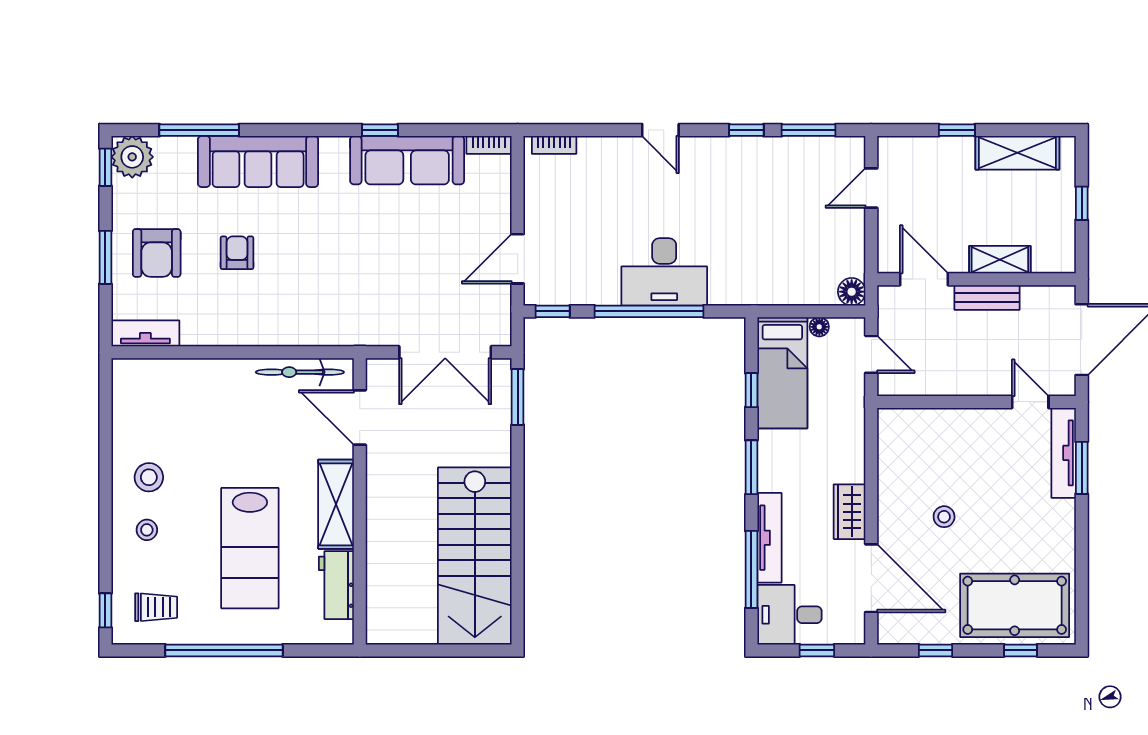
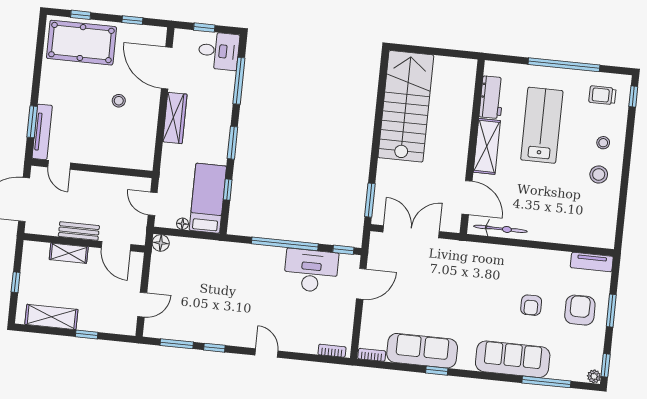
plant: (132, 157) -> (594, 376), width x0.53, depth x0.53
desk: (664, 272) -> (311, 271), moved
wardrobe: (850, 512) -> (175, 118), width x1.50
tv unit: (769, 538) -> (226, 99), removed

